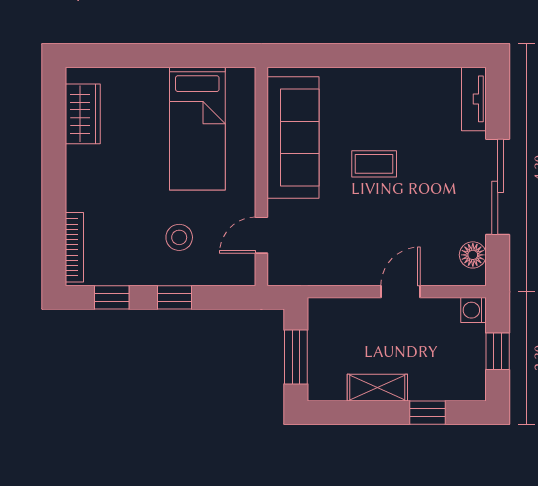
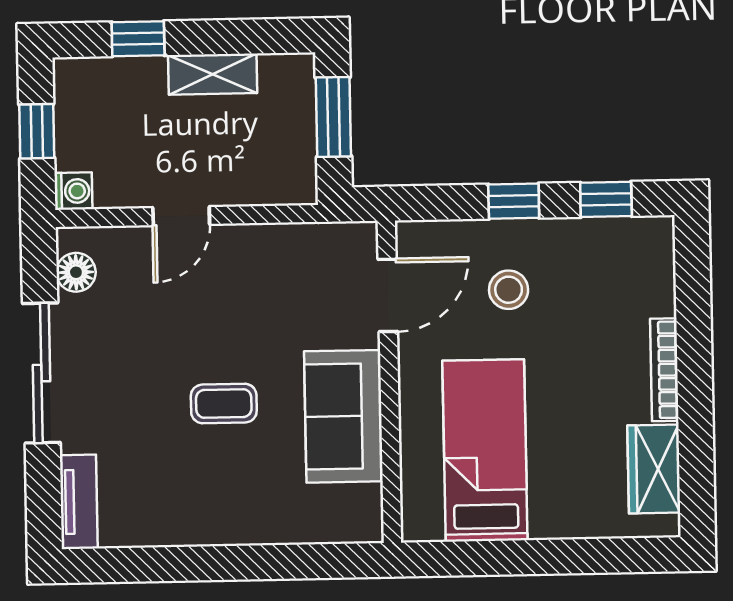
sofa: (293, 137) -> (343, 416), width x0.73
door: (261, 235) -> (388, 295), width x1.38
bookcase: (74, 247) -> (664, 370), moved

